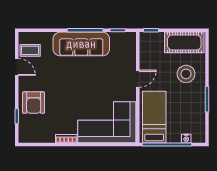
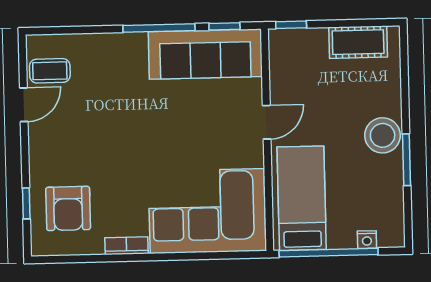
cot: (184, 42) -> (358, 42), width x0.73, depth x0.75
sofa: (81, 44) -> (205, 54), moved
door: (17, 67) -> (24, 105), hinge flipped
stool: (186, 74) -> (383, 135), moved
armchair: (34, 103) -> (68, 208), moved

